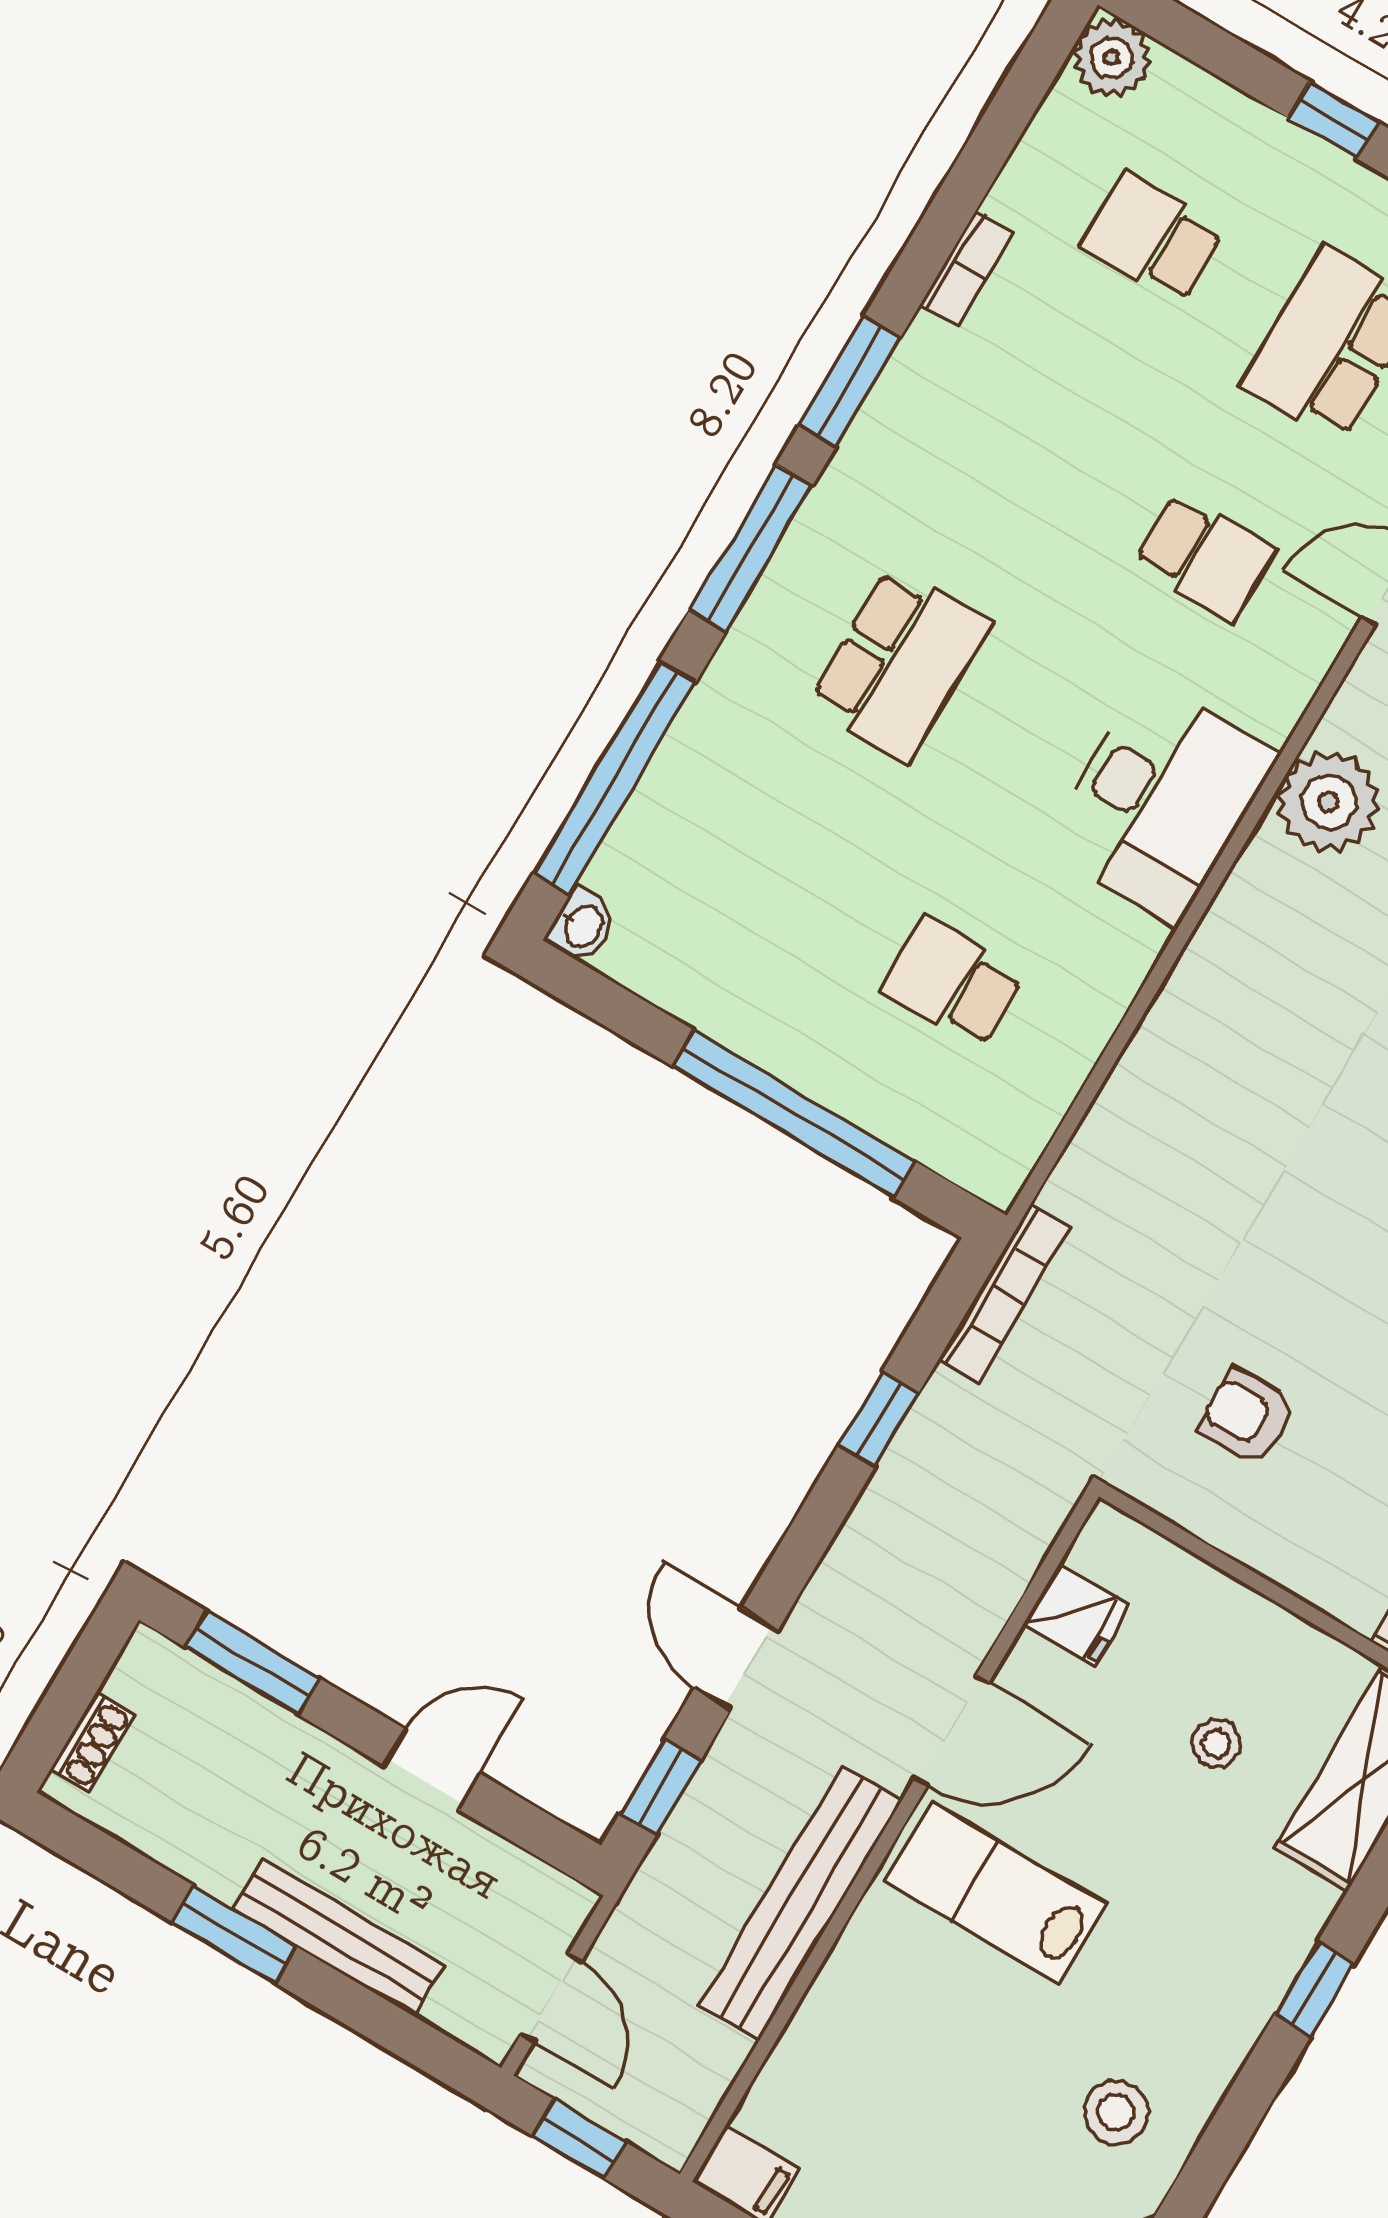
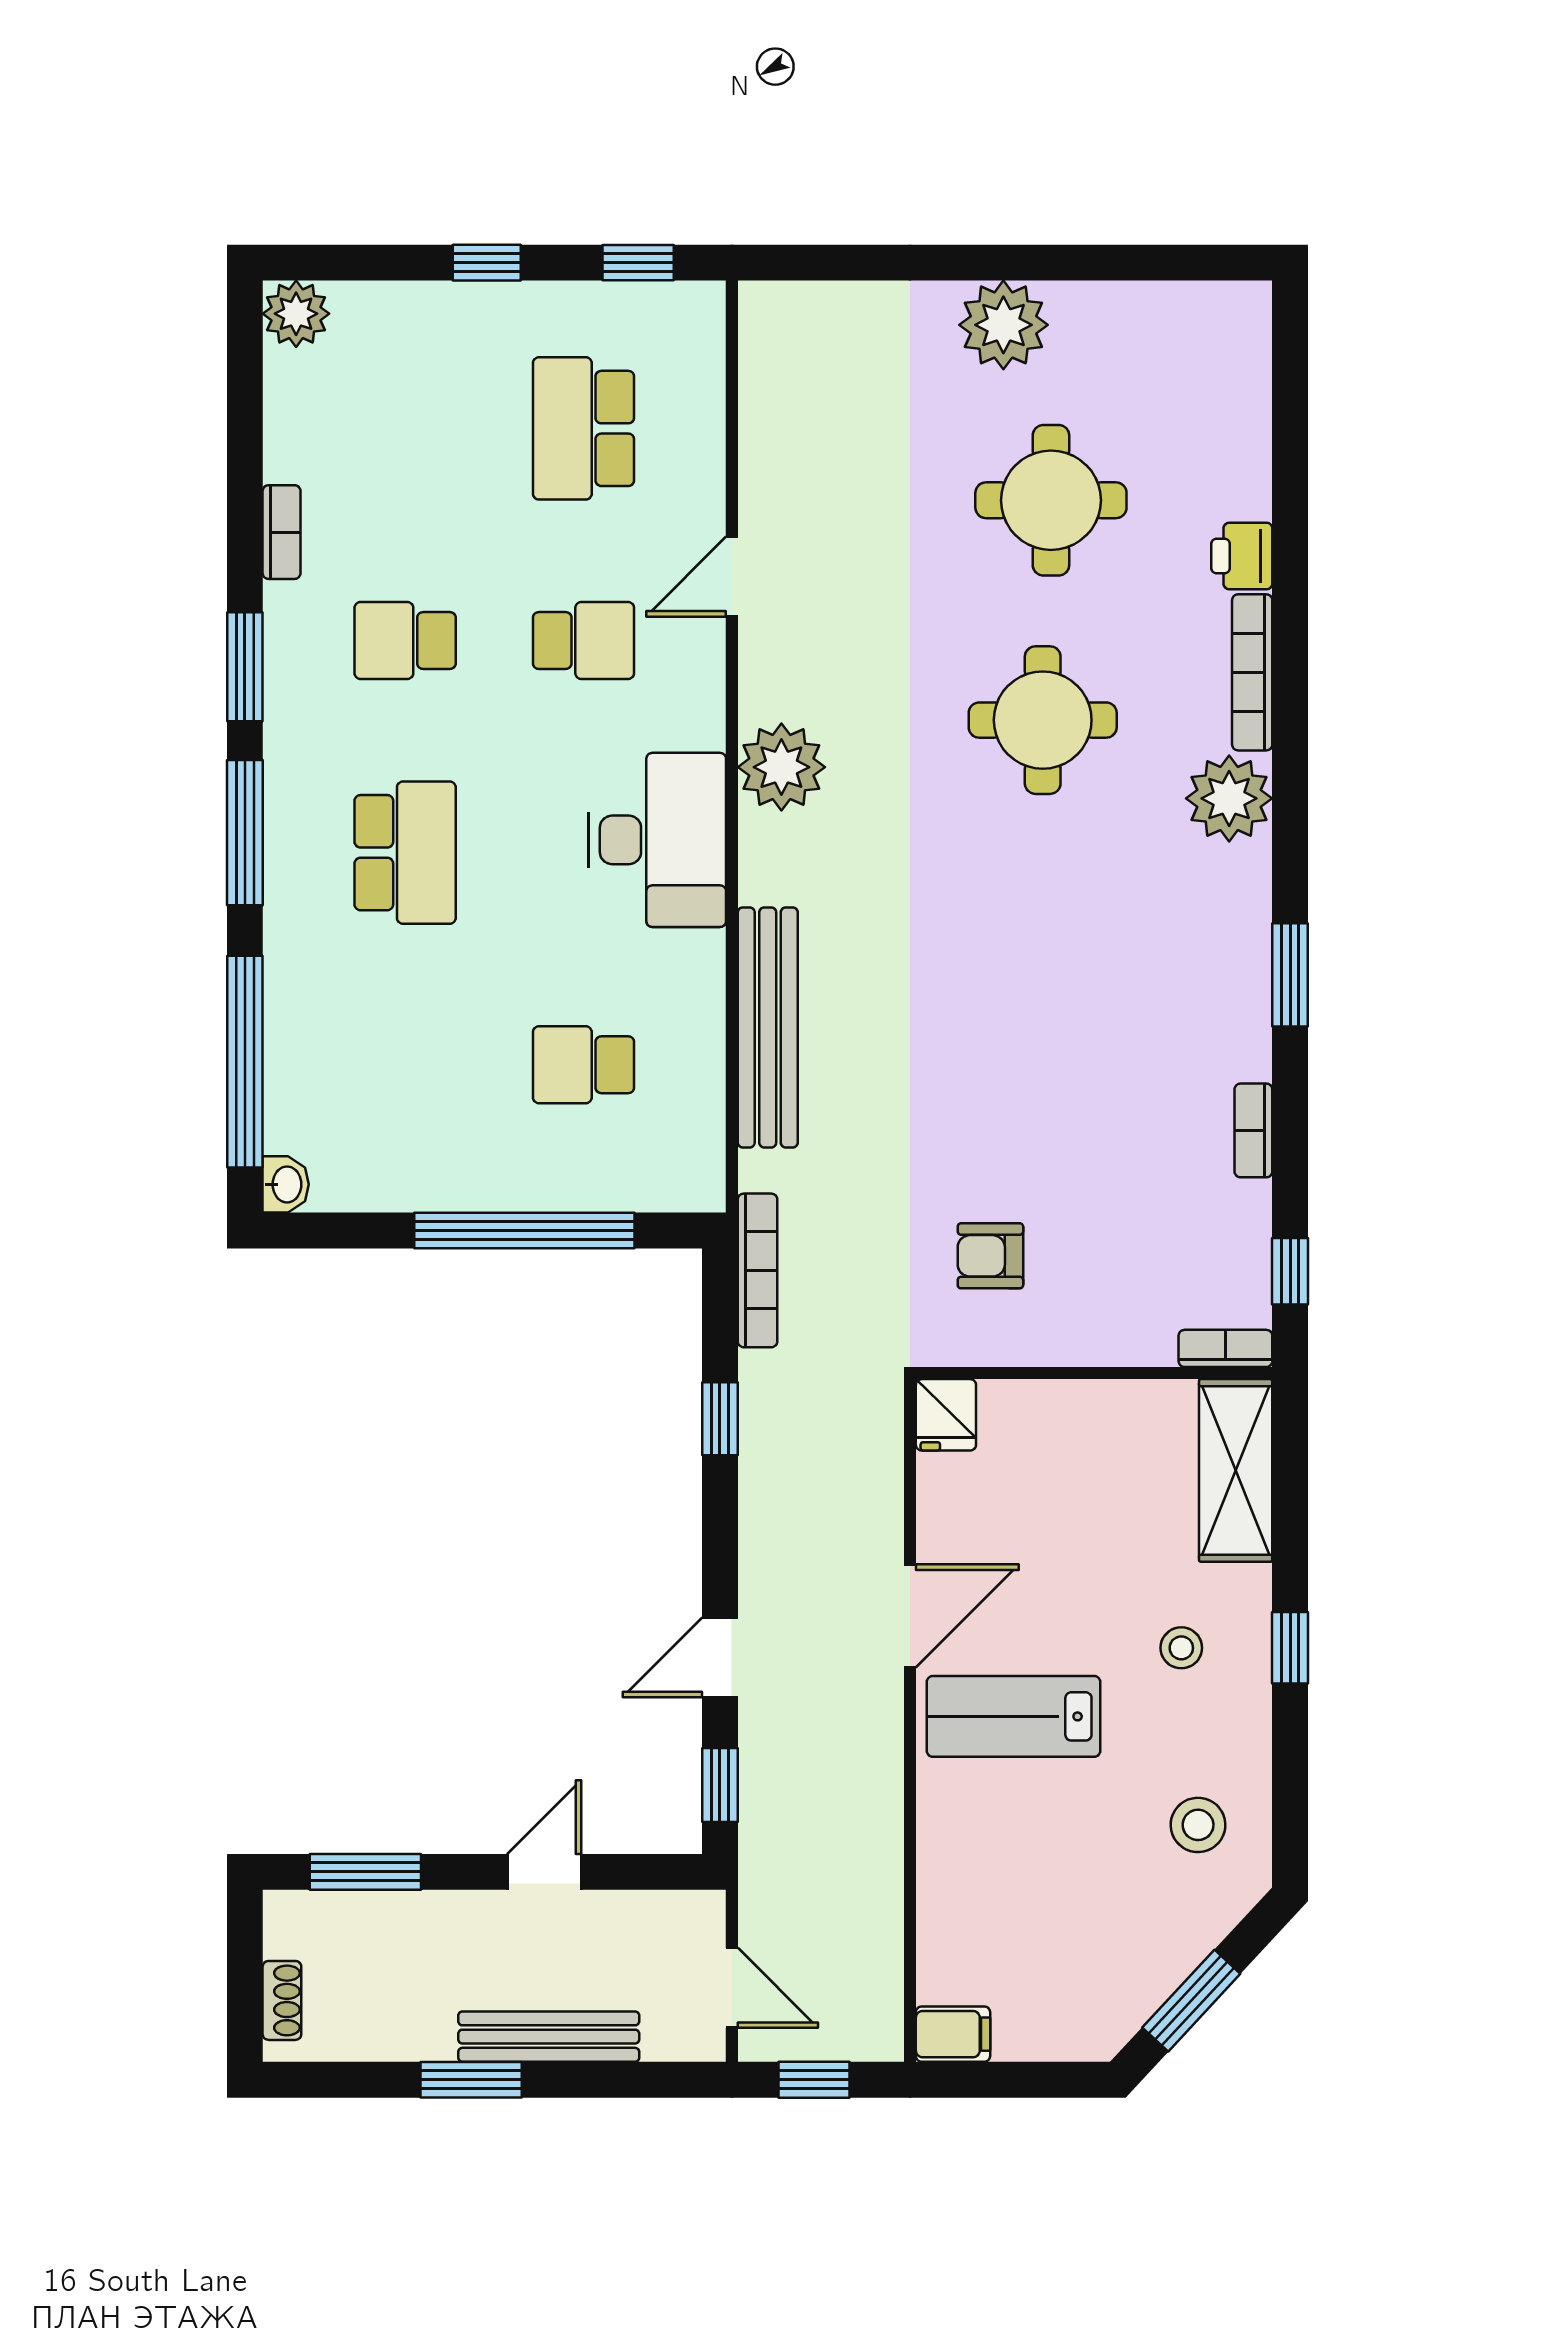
school desk: (1153, 238) -> (405, 641), moved
fridge: (1077, 1615) -> (946, 1415), moved, turned 90
door: (736, 1659) -> (720, 1657), hinge flipped
stool: (1216, 1743) -> (1181, 1648), moved
bench: (801, 1903) -> (768, 1027), moved

